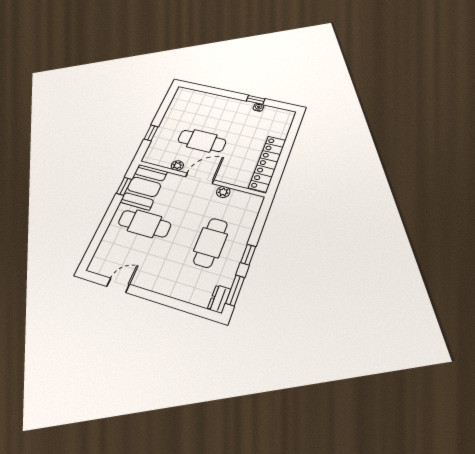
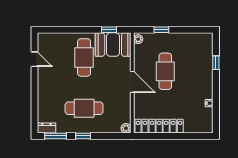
window: (256, 100) -> (216, 63), moved
plant: (177, 166) -> (138, 39), moved
plant: (223, 192) -> (126, 128), moved

